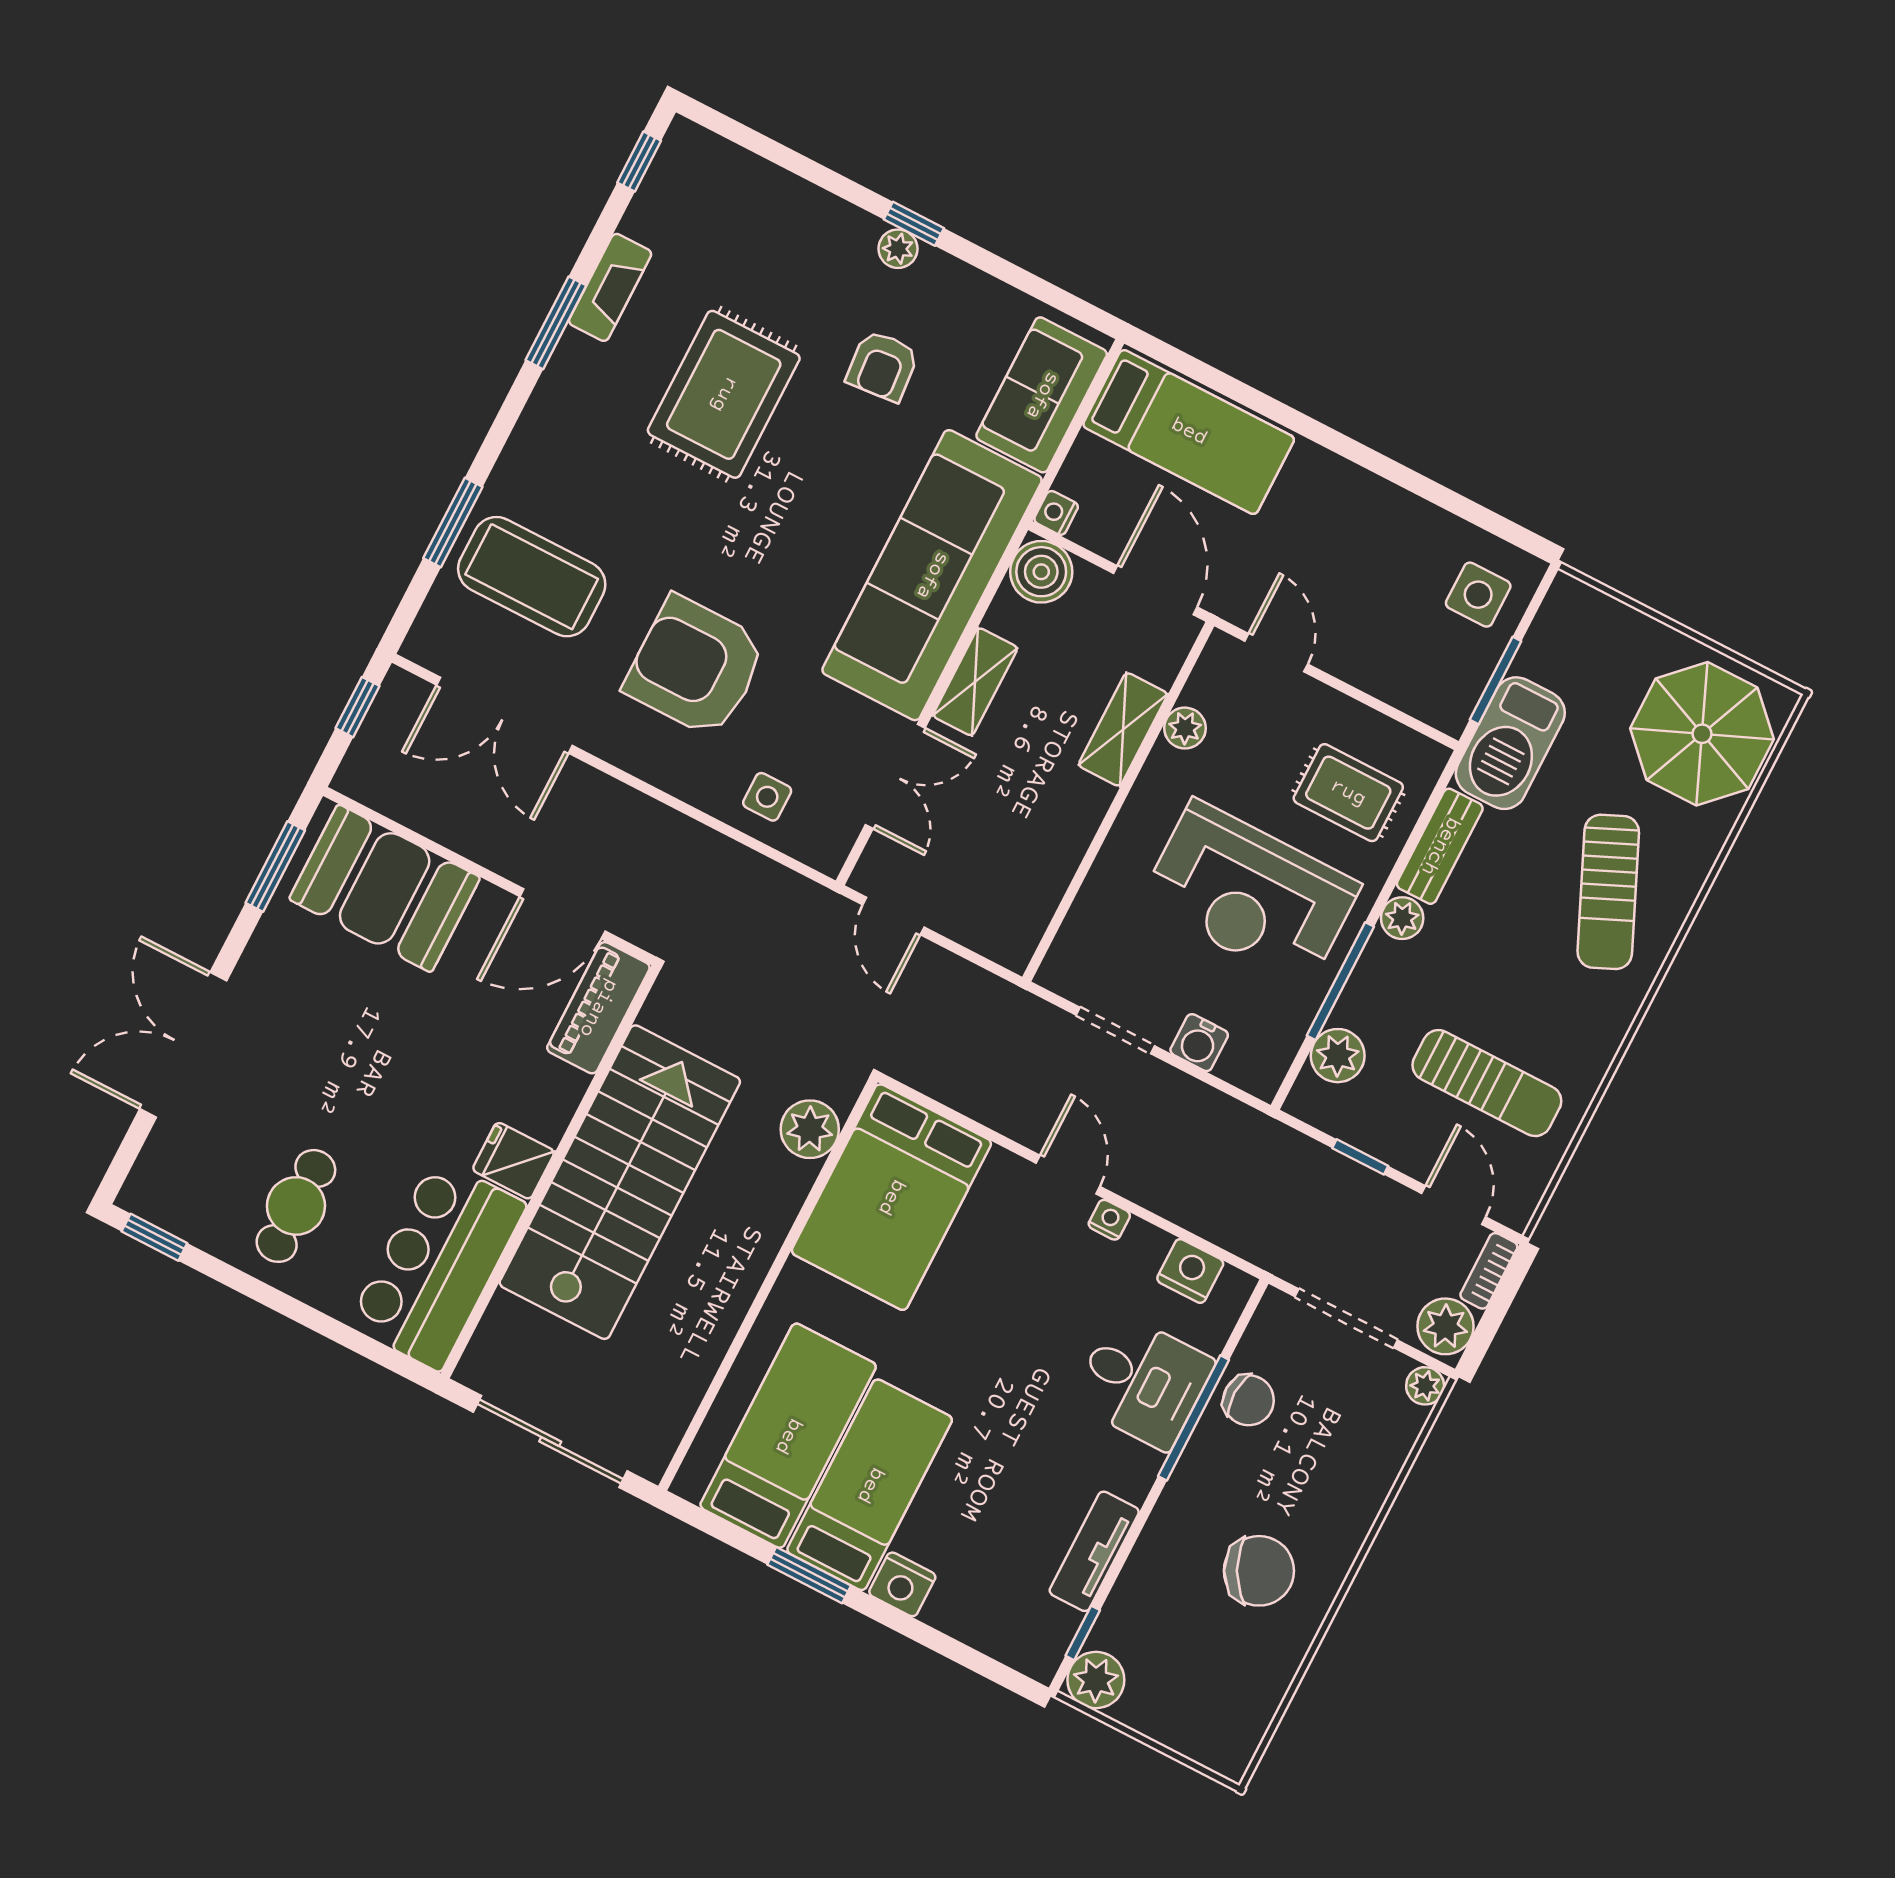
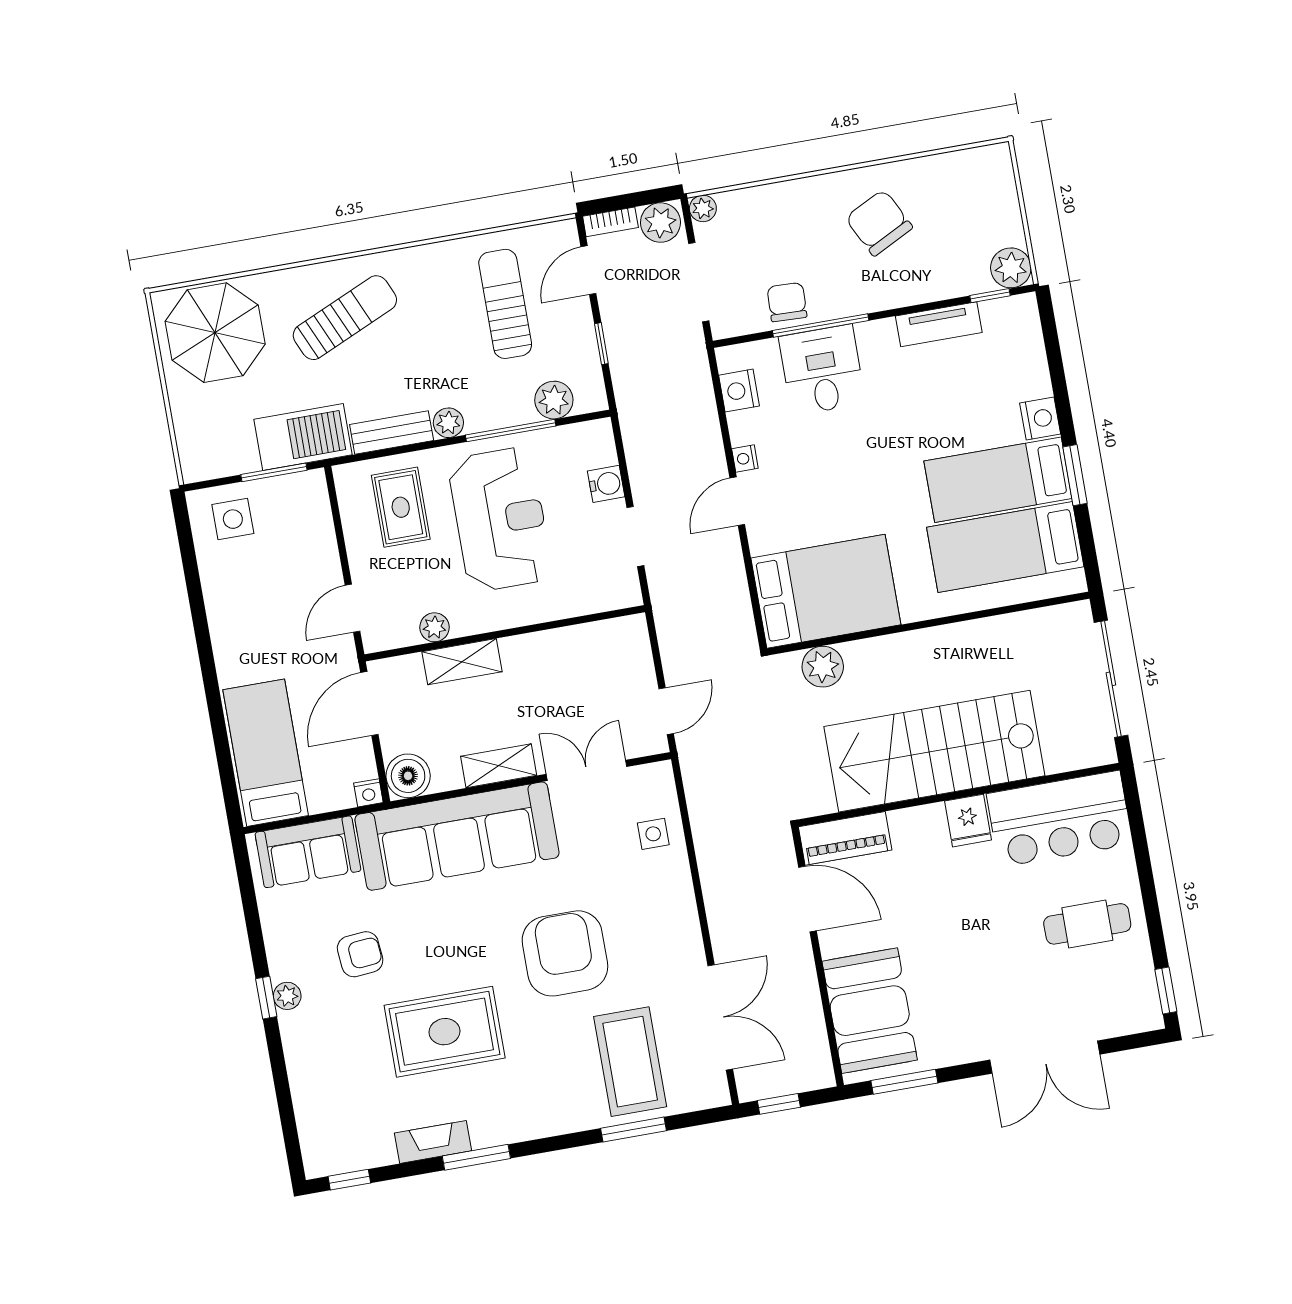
armchair: (695, 667) -> (565, 953), moved, turned 180

